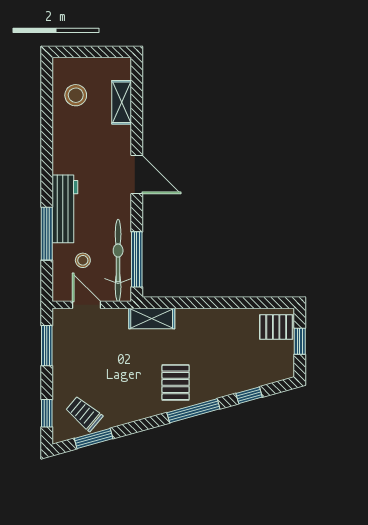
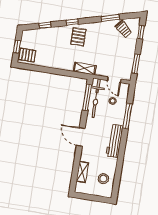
workbench: (65, 209) -> (115, 141), moved
window: (193, 411) -> (72, 22), width x0.46
window: (94, 438) -> (110, 18), moved

